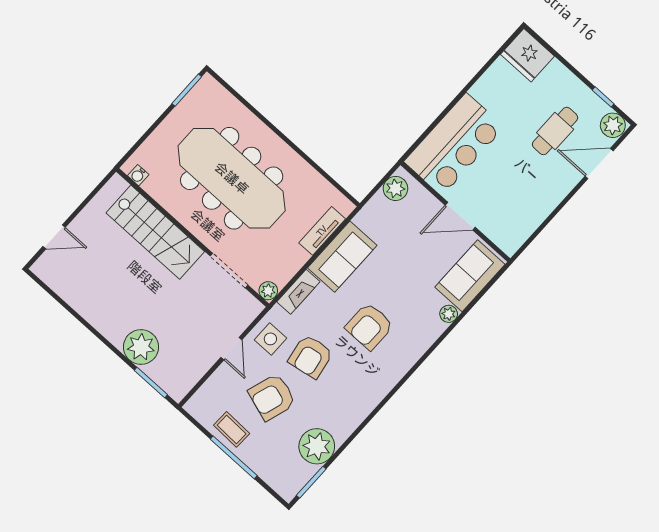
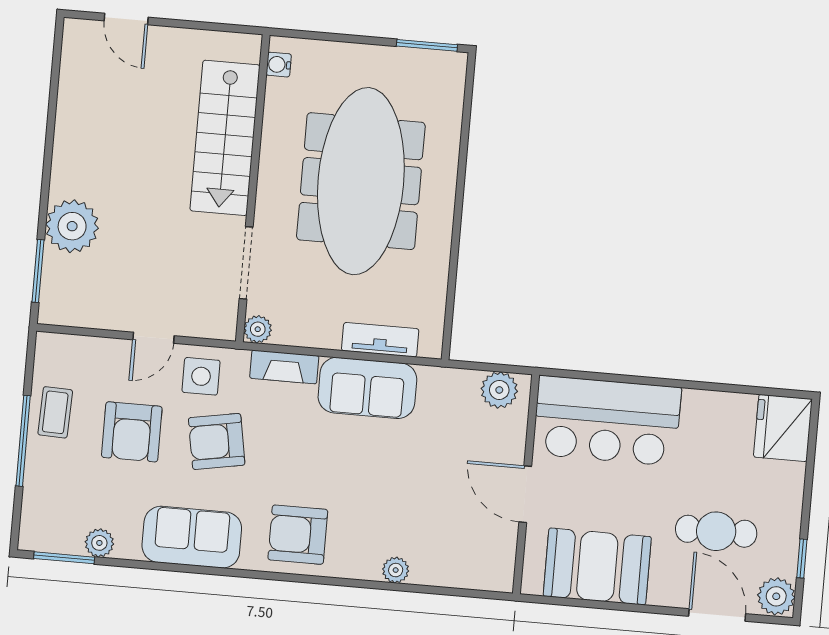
booth: (526, 207) -> (597, 566), added
sofa: (470, 276) -> (192, 537), moved
armchair: (369, 326) -> (298, 535), moved
armchair: (272, 397) -> (132, 432), turned -108
plant: (317, 446) -> (99, 543), width x0.53, depth x0.53

